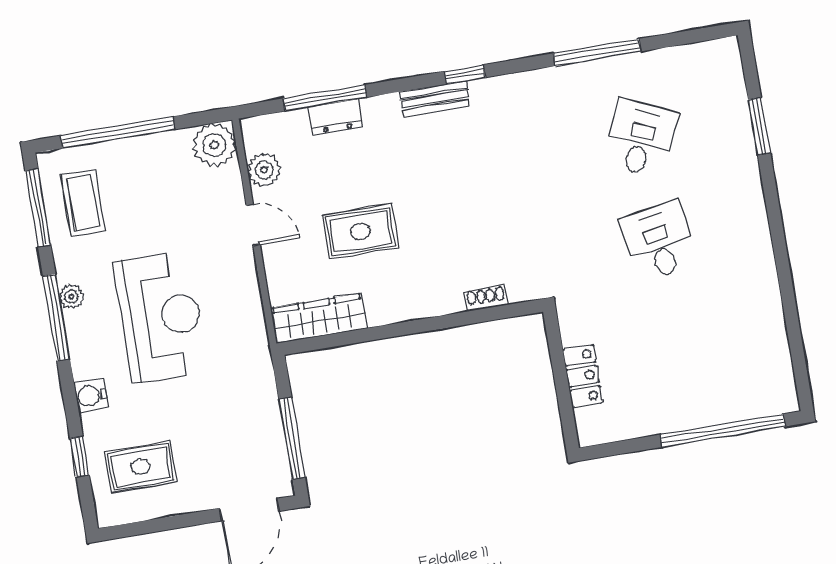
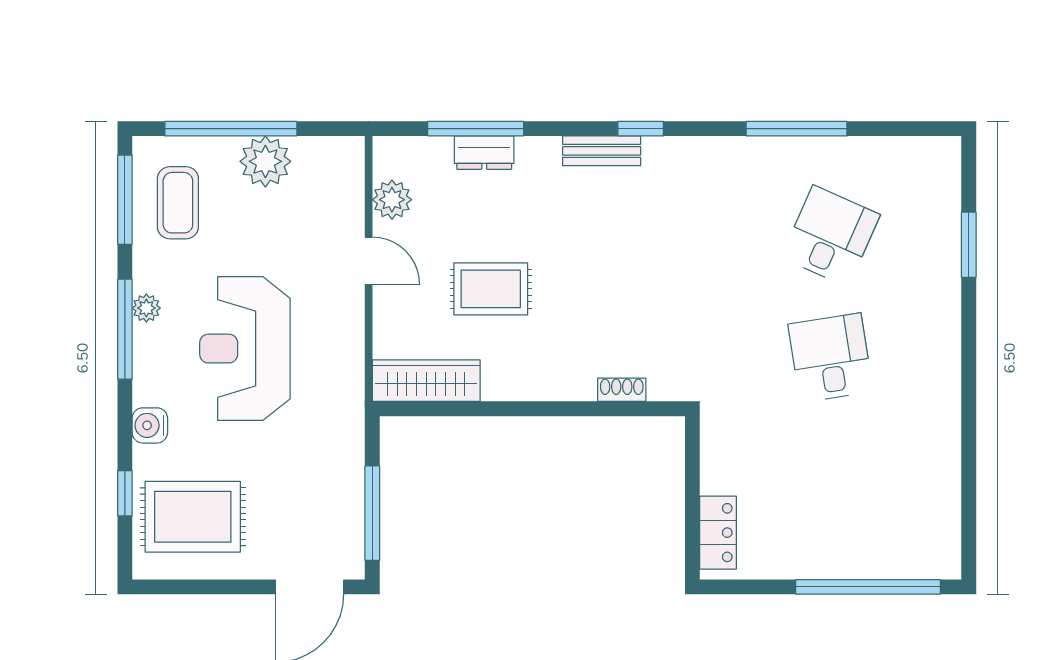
plant: (214, 145) -> (265, 161), moved
reception desk: (161, 317) -> (245, 349), turned 180
locker: (583, 376) -> (718, 533), moved
rug: (140, 467) -> (193, 517), width x1.36, depth x1.43

